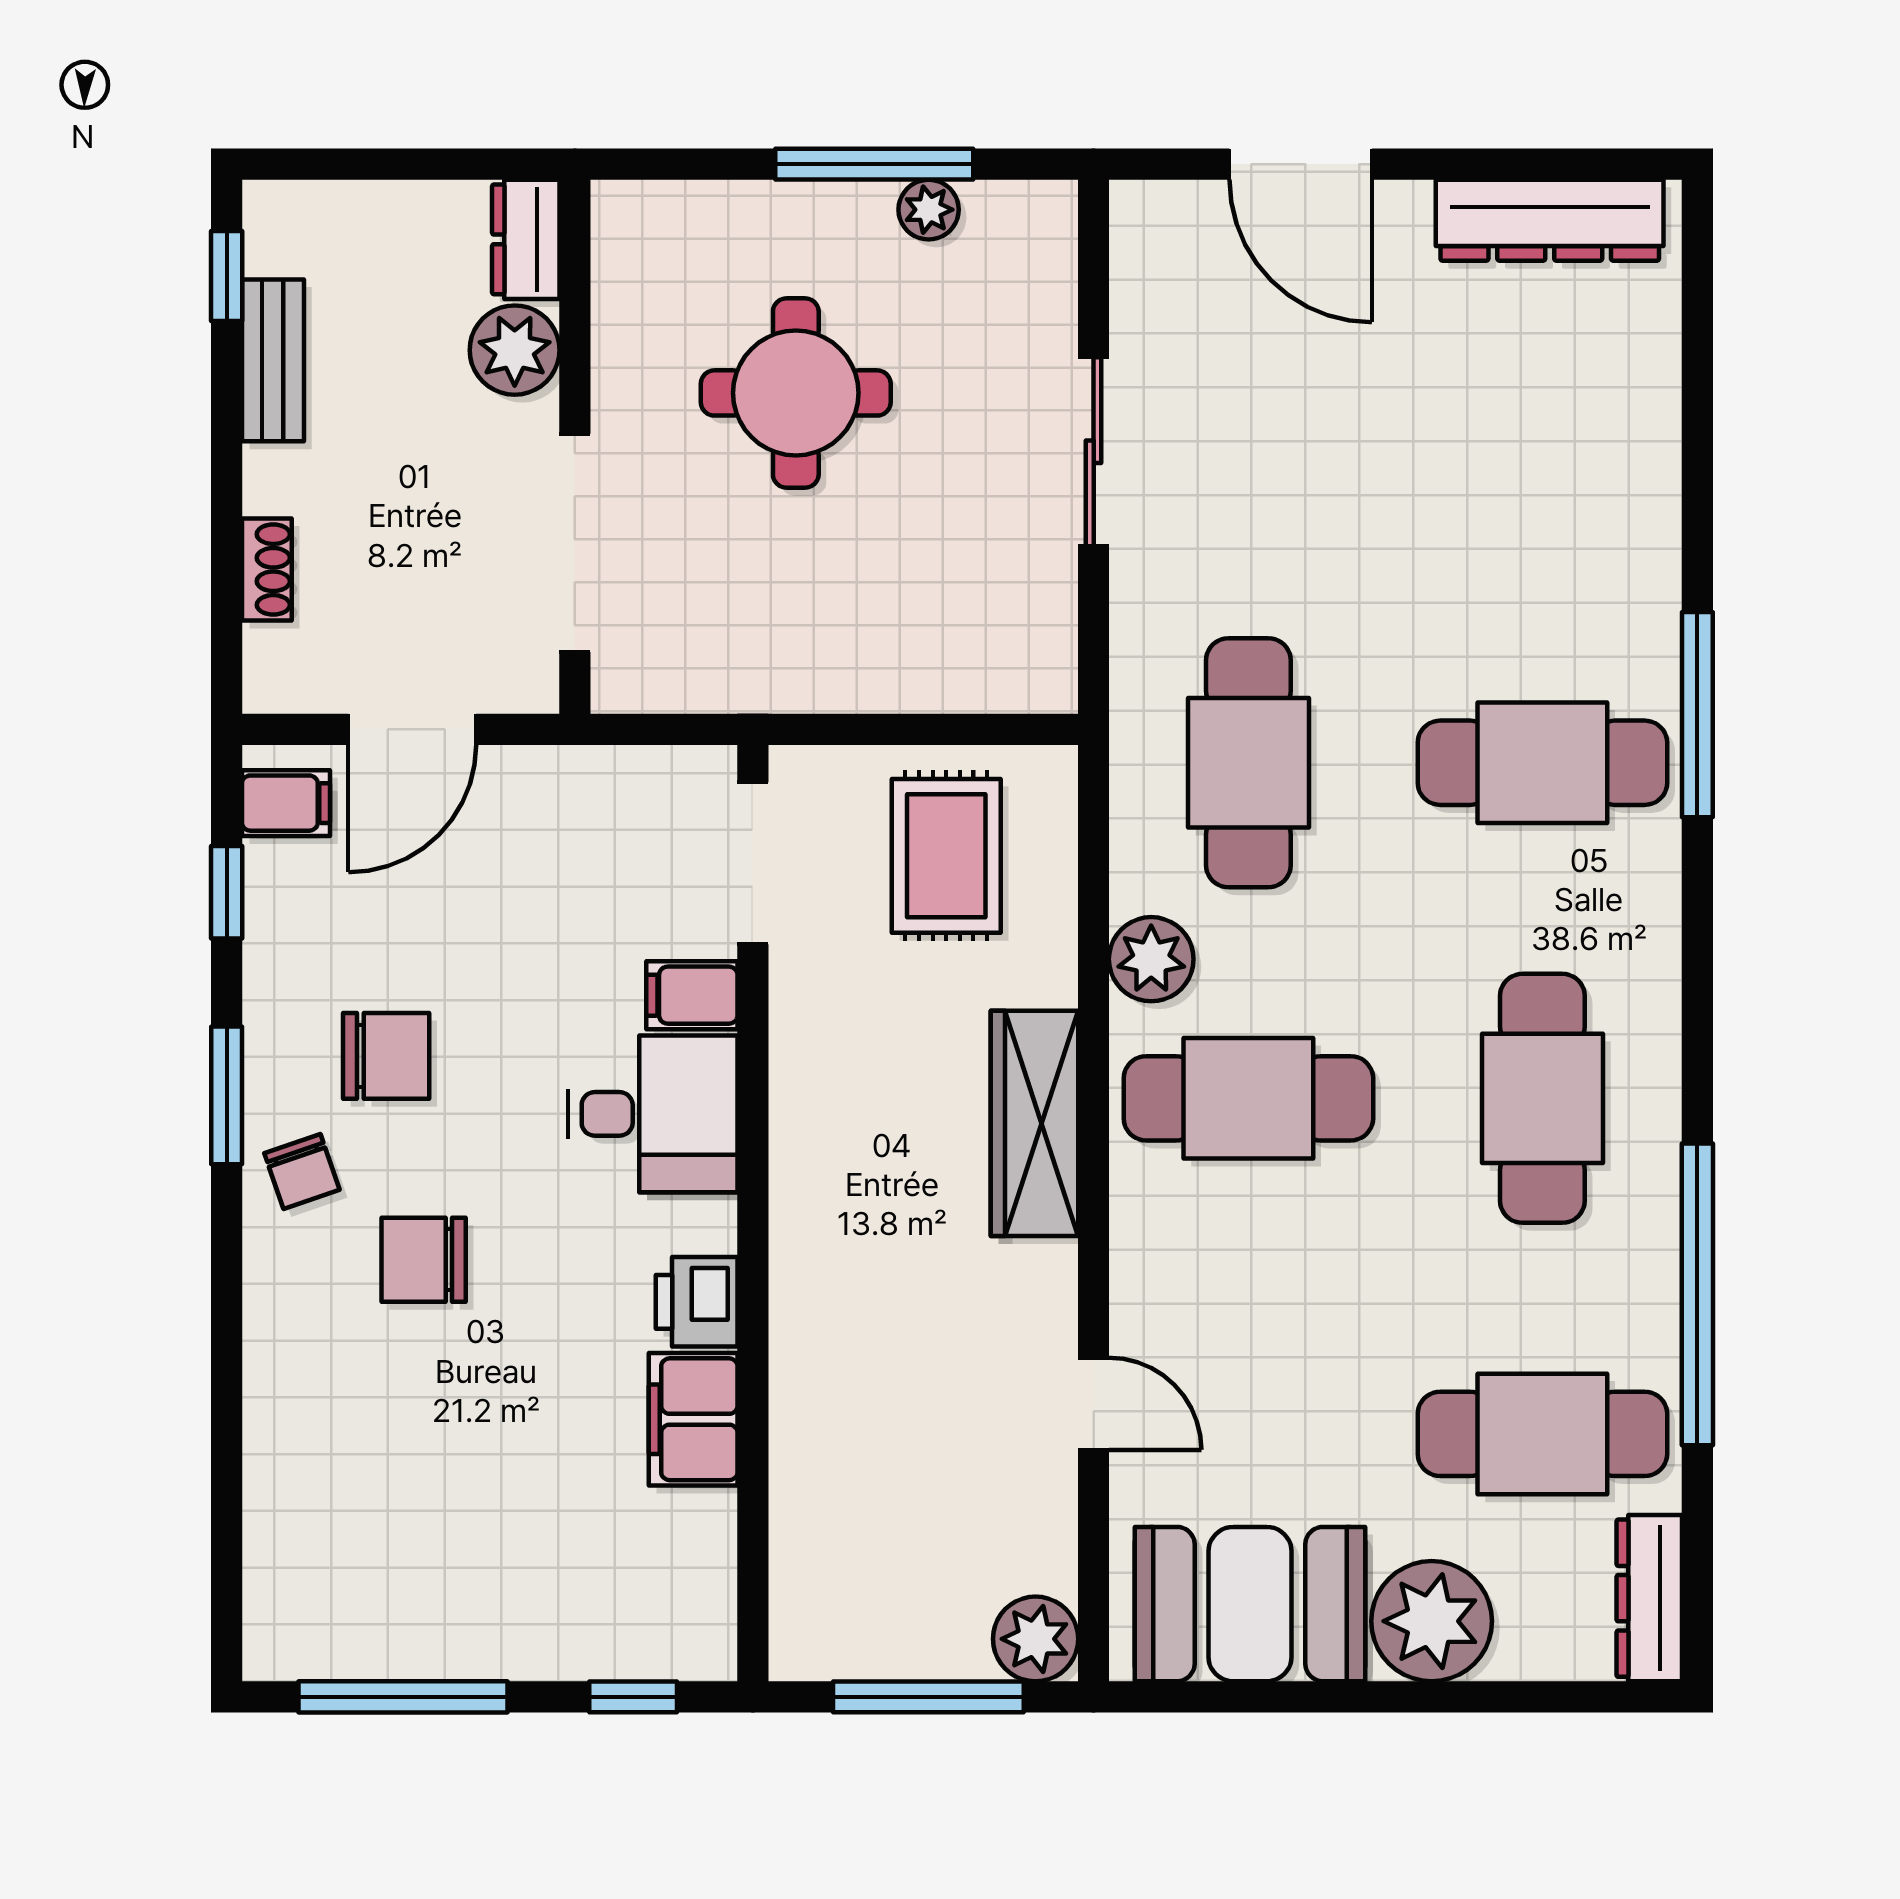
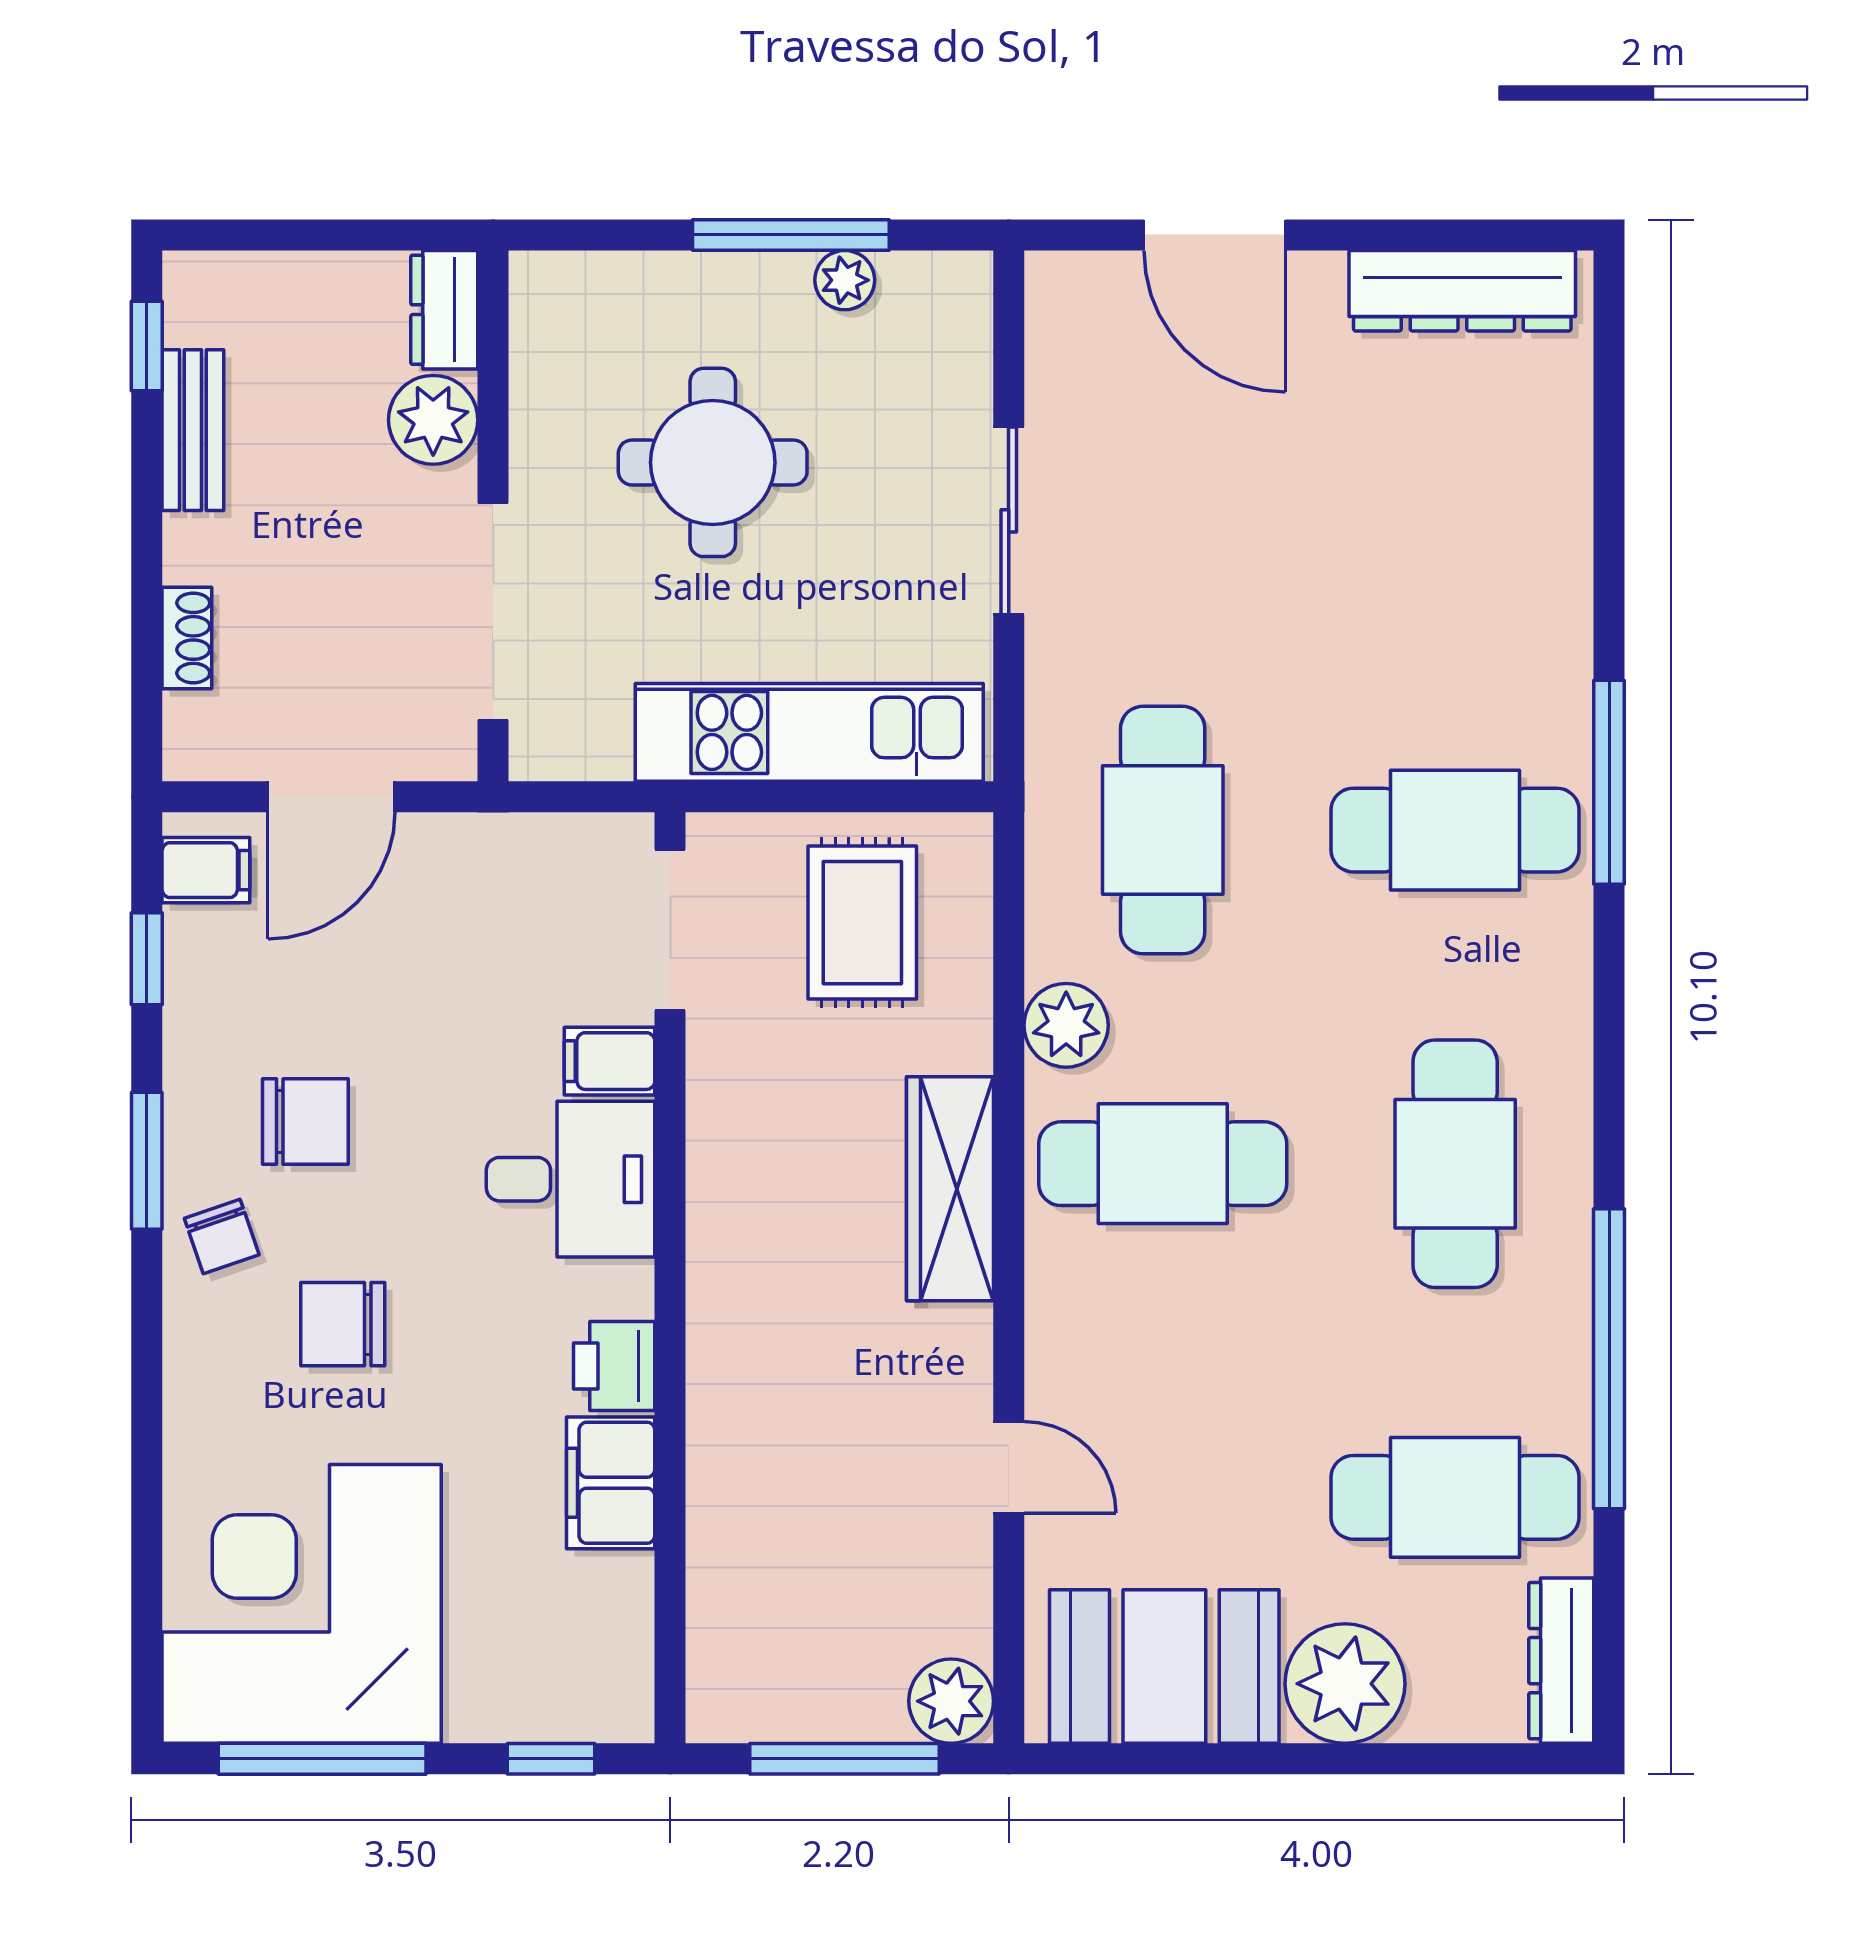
kitchen unit: (893, 665) -> (809, 732), added
corner desk: (382, 1541) -> (302, 1604), added

